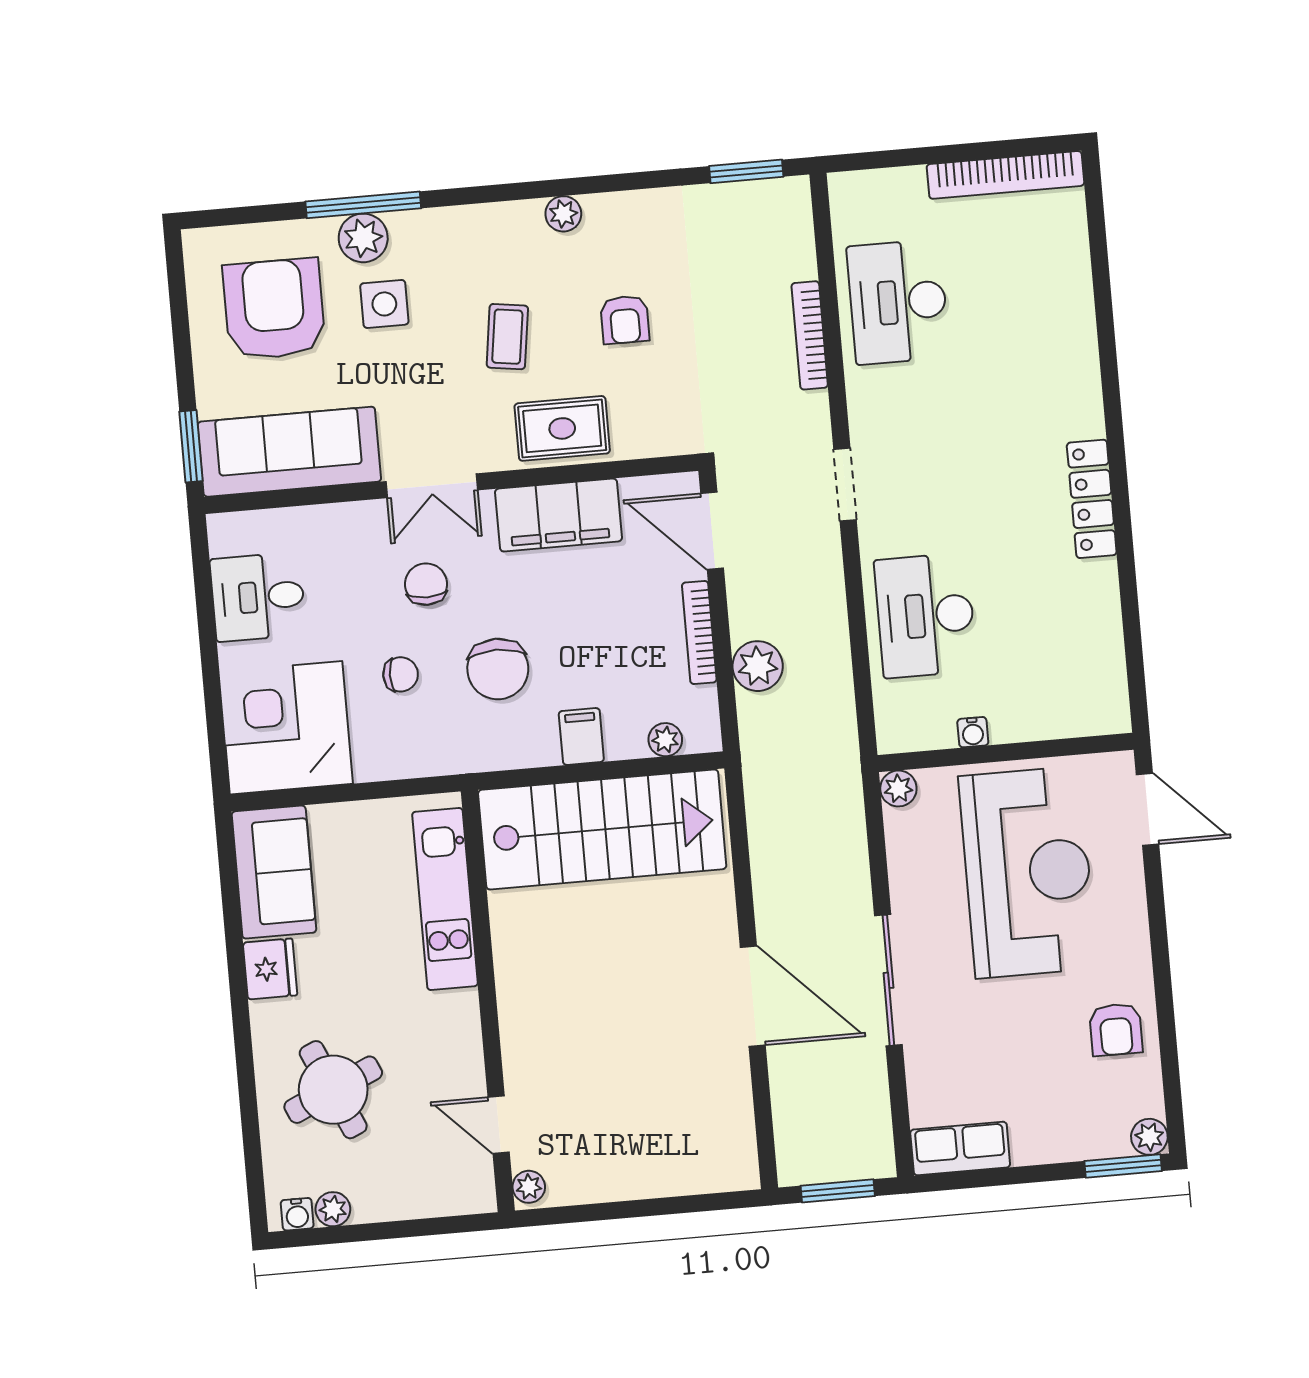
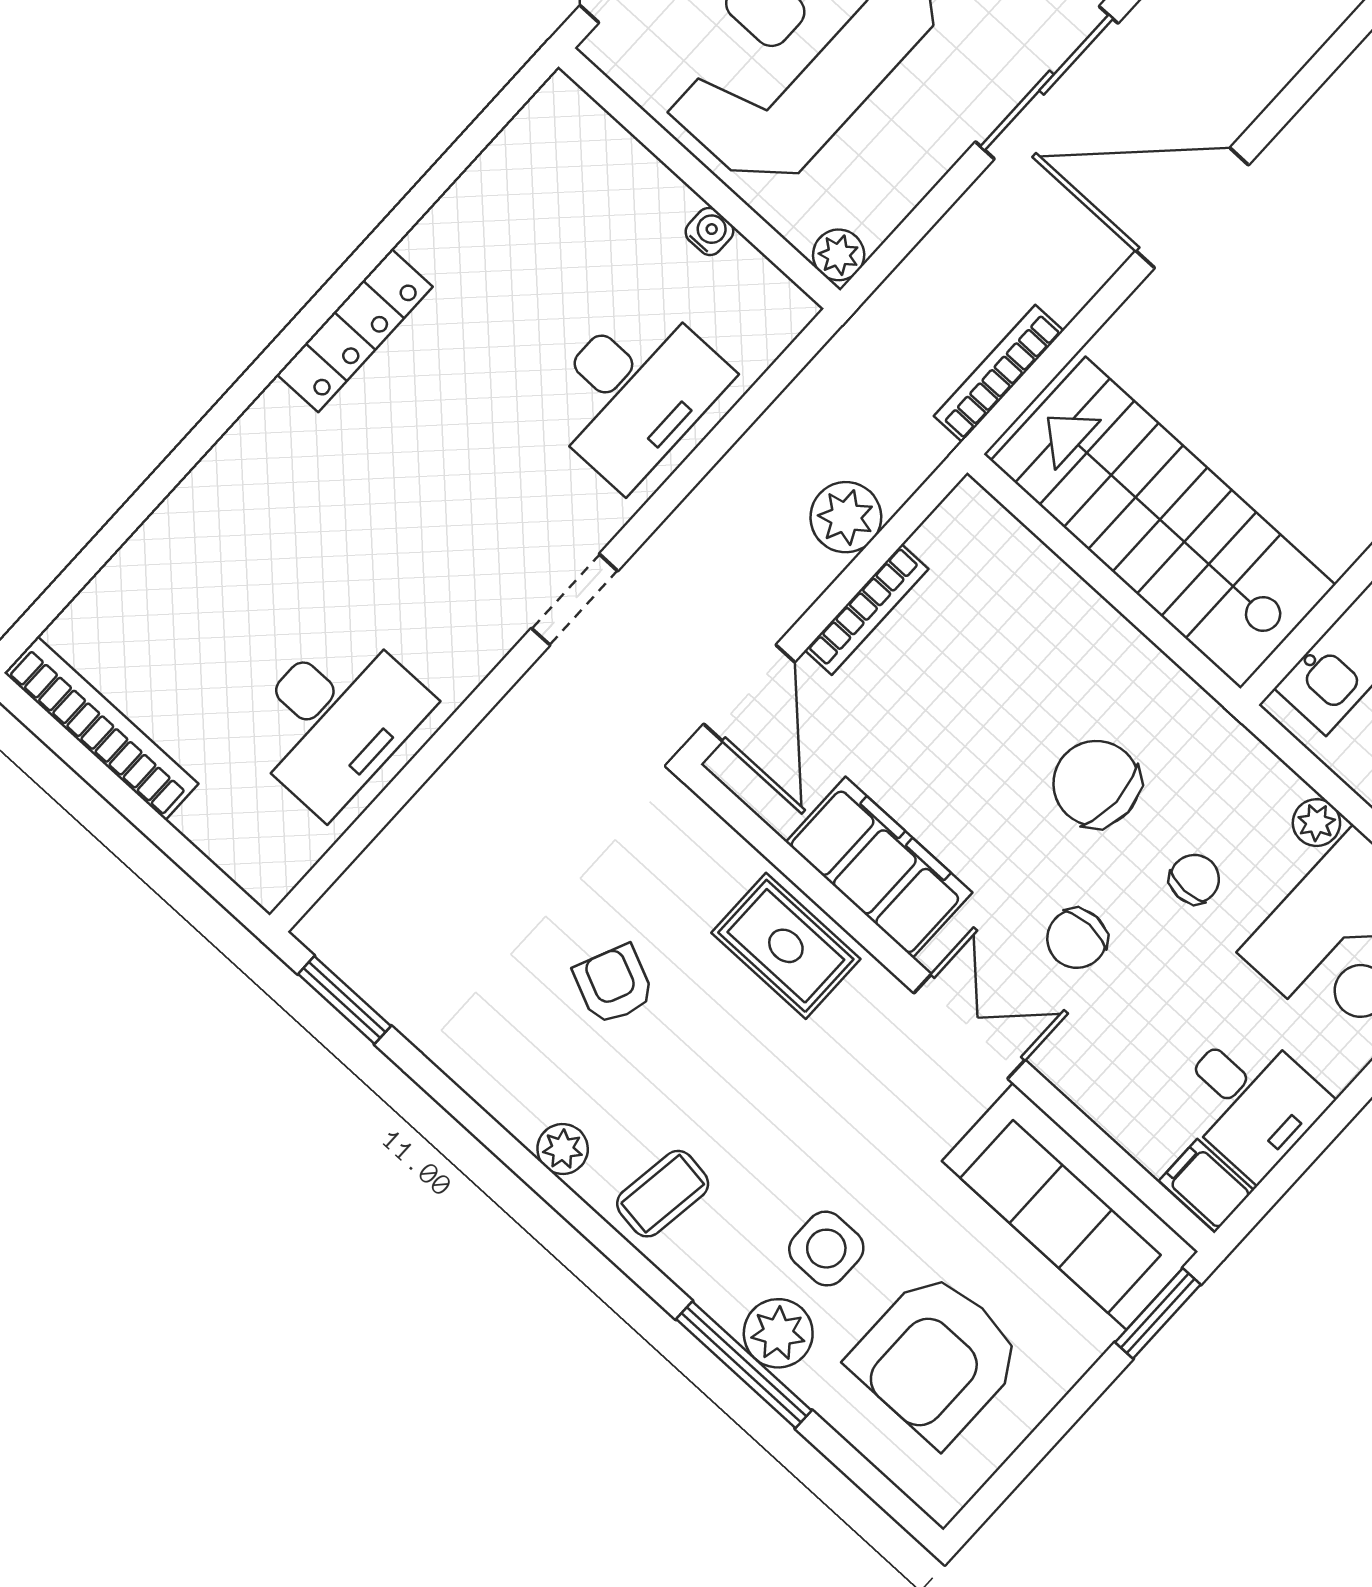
armchair: (625, 320) -> (614, 985), turned -66
bookcase: (810, 335) -> (999, 373), moved, turned 180
coffee table: (507, 337) -> (663, 1194), moved
chair: (498, 669) -> (1096, 783), turned -90
chair: (401, 674) -> (1194, 879), turned 90
filing cabinet: (581, 736) -> (1206, 1186), moved, turned 90
plant: (665, 740) -> (1316, 823), moved
door: (753, 996) -> (1192, 208), hinge flipped

